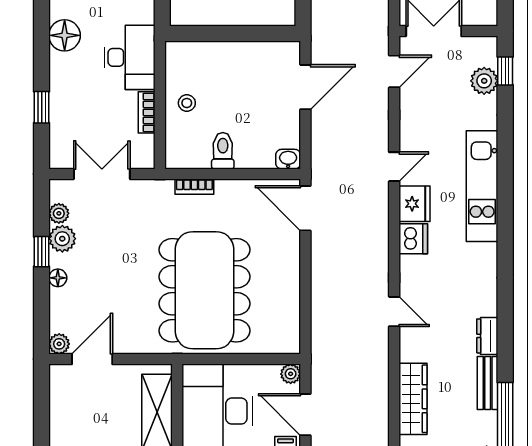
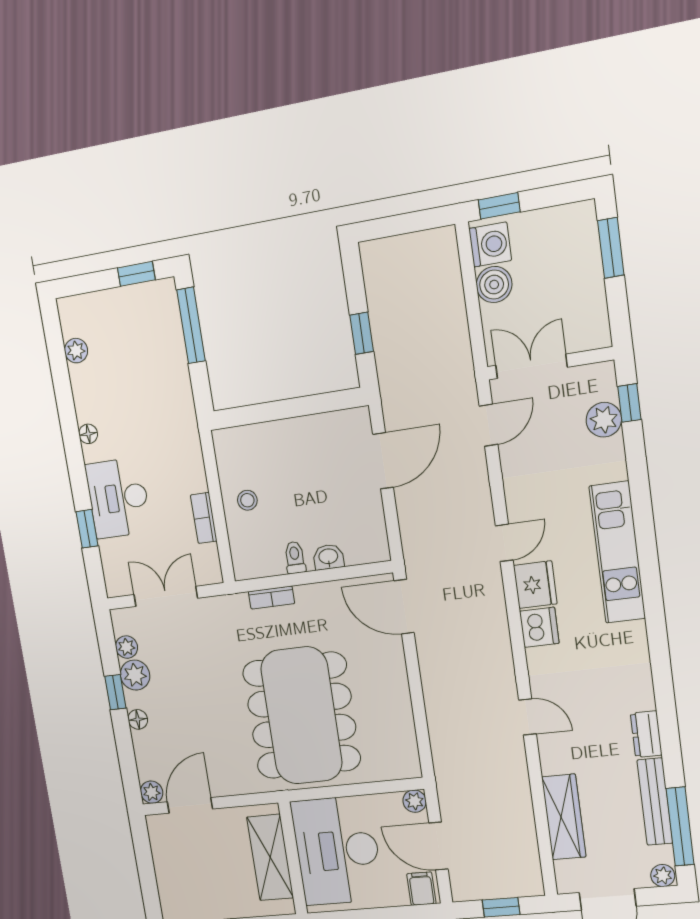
floor lamp: (65, 35) -> (88, 434), width x0.53, depth x0.53
desk: (130, 57) -> (118, 498), moved, turned 180
toilet: (223, 151) -> (295, 558), width x0.73, depth x0.72
washbasin: (288, 159) -> (328, 557), moved
bench: (488, 383) -> (655, 802), width x1.36

